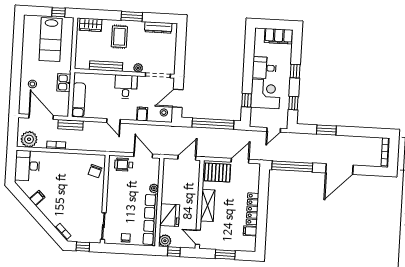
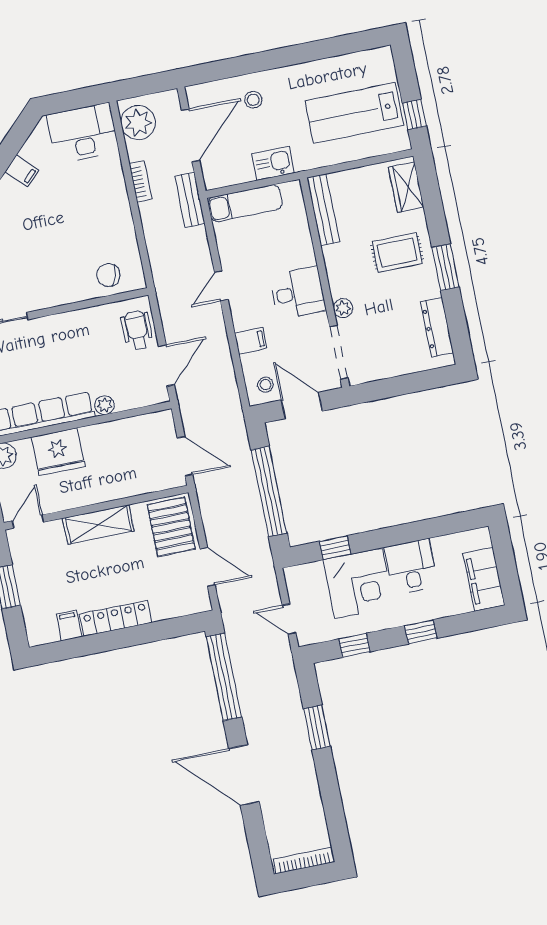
bench: (106, 66) -> (323, 210), moved

